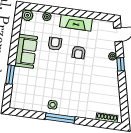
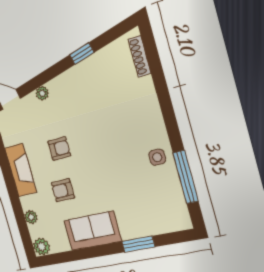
window: (121, 64) -> (82, 54), moved
window: (60, 118) -> (186, 177), moved

